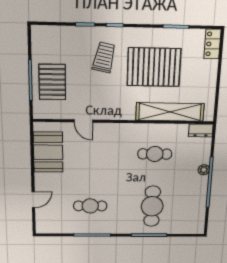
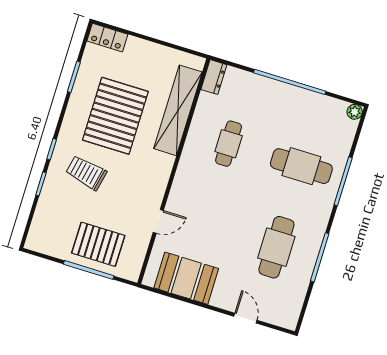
plant: (204, 170) -> (355, 112), moved
cafe table: (90, 206) -> (276, 247), width x1.37, depth x1.35

